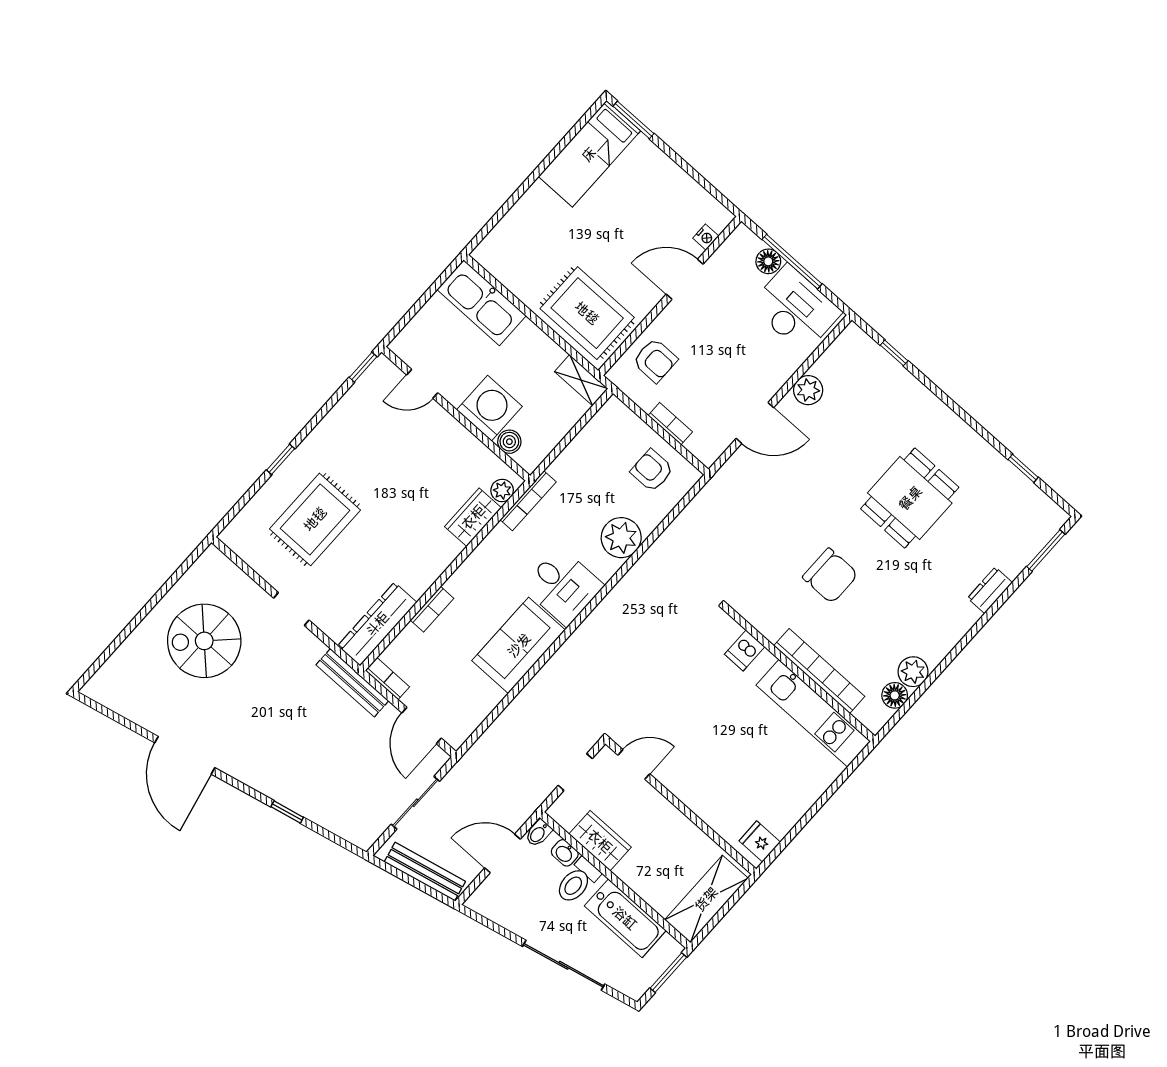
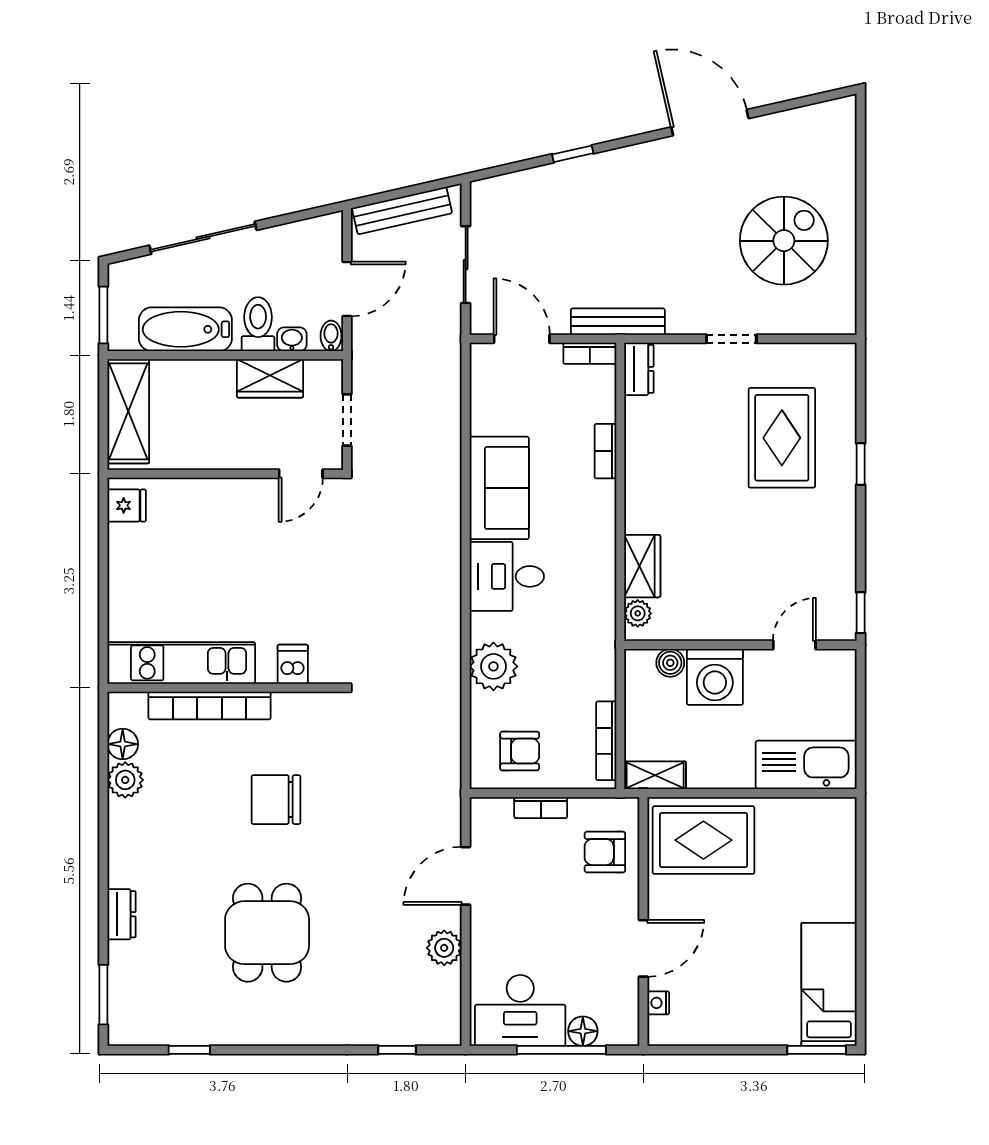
bookcase: (528, 501) -> (606, 741), moved
dresser: (377, 624) -> (639, 369), width x0.51, depth x0.80

